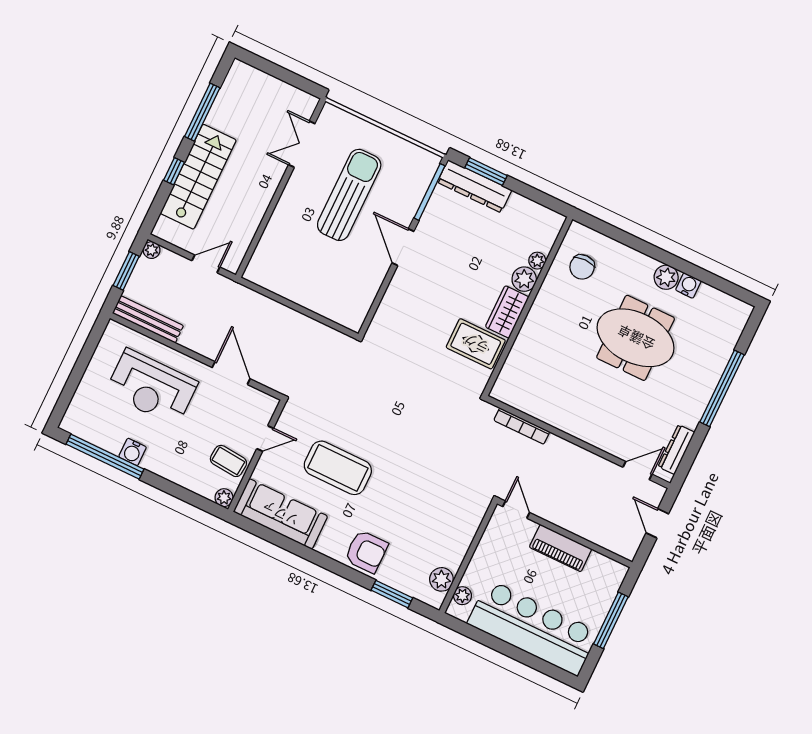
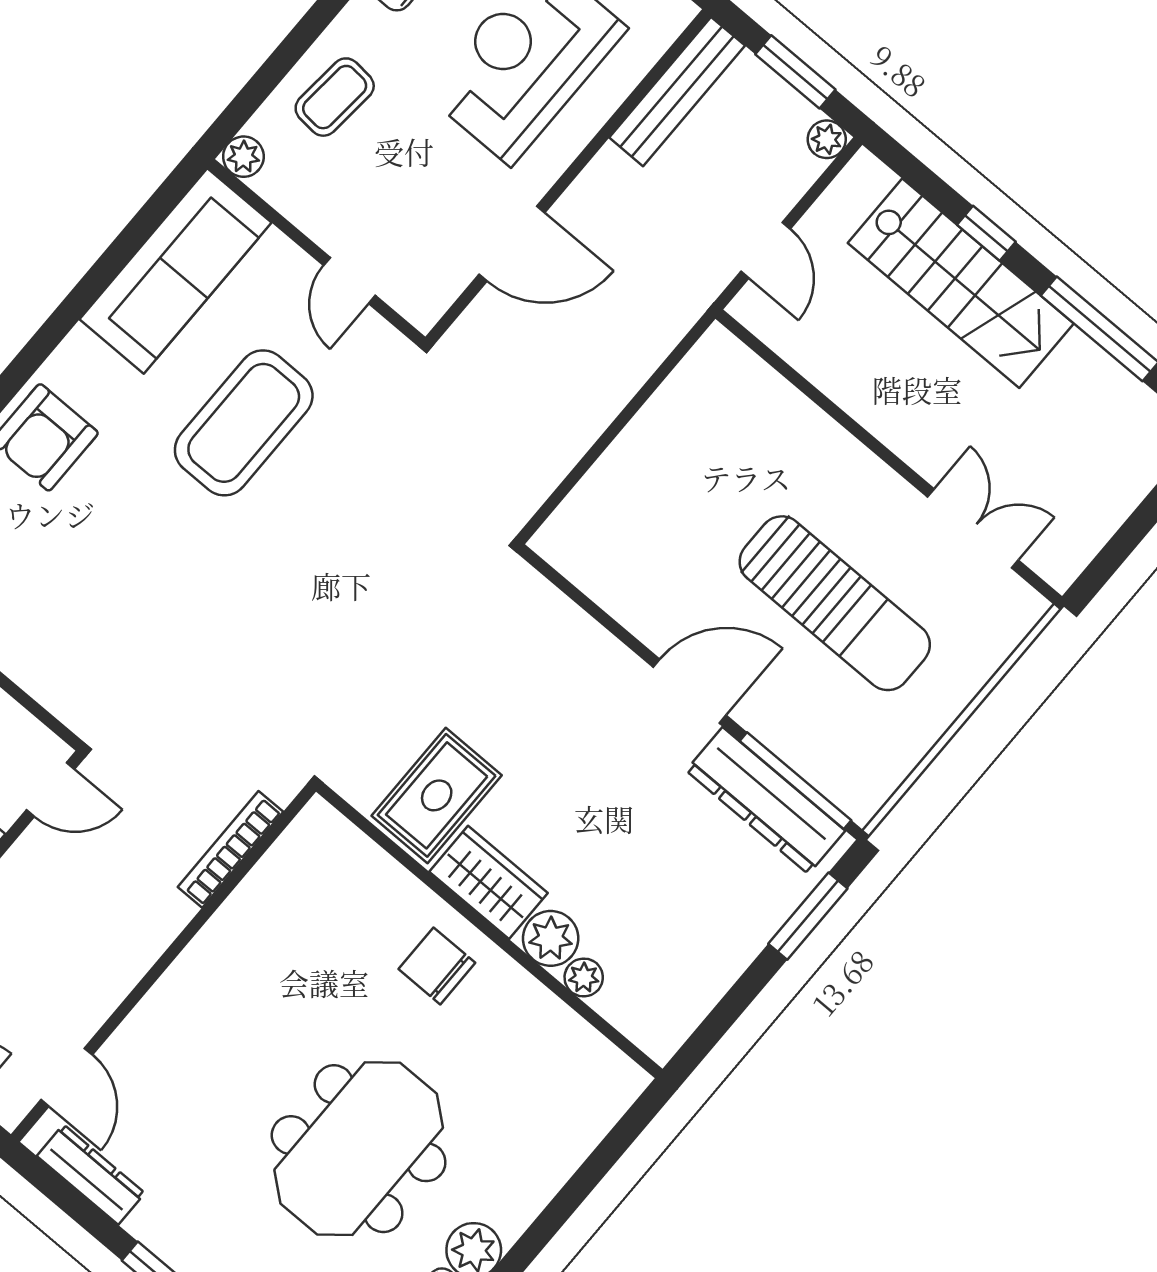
dresser: (474, 186) -> (765, 801), moved, turned -90
chair: (582, 267) -> (437, 966), moved
coffee table: (228, 461) -> (335, 97), moved

